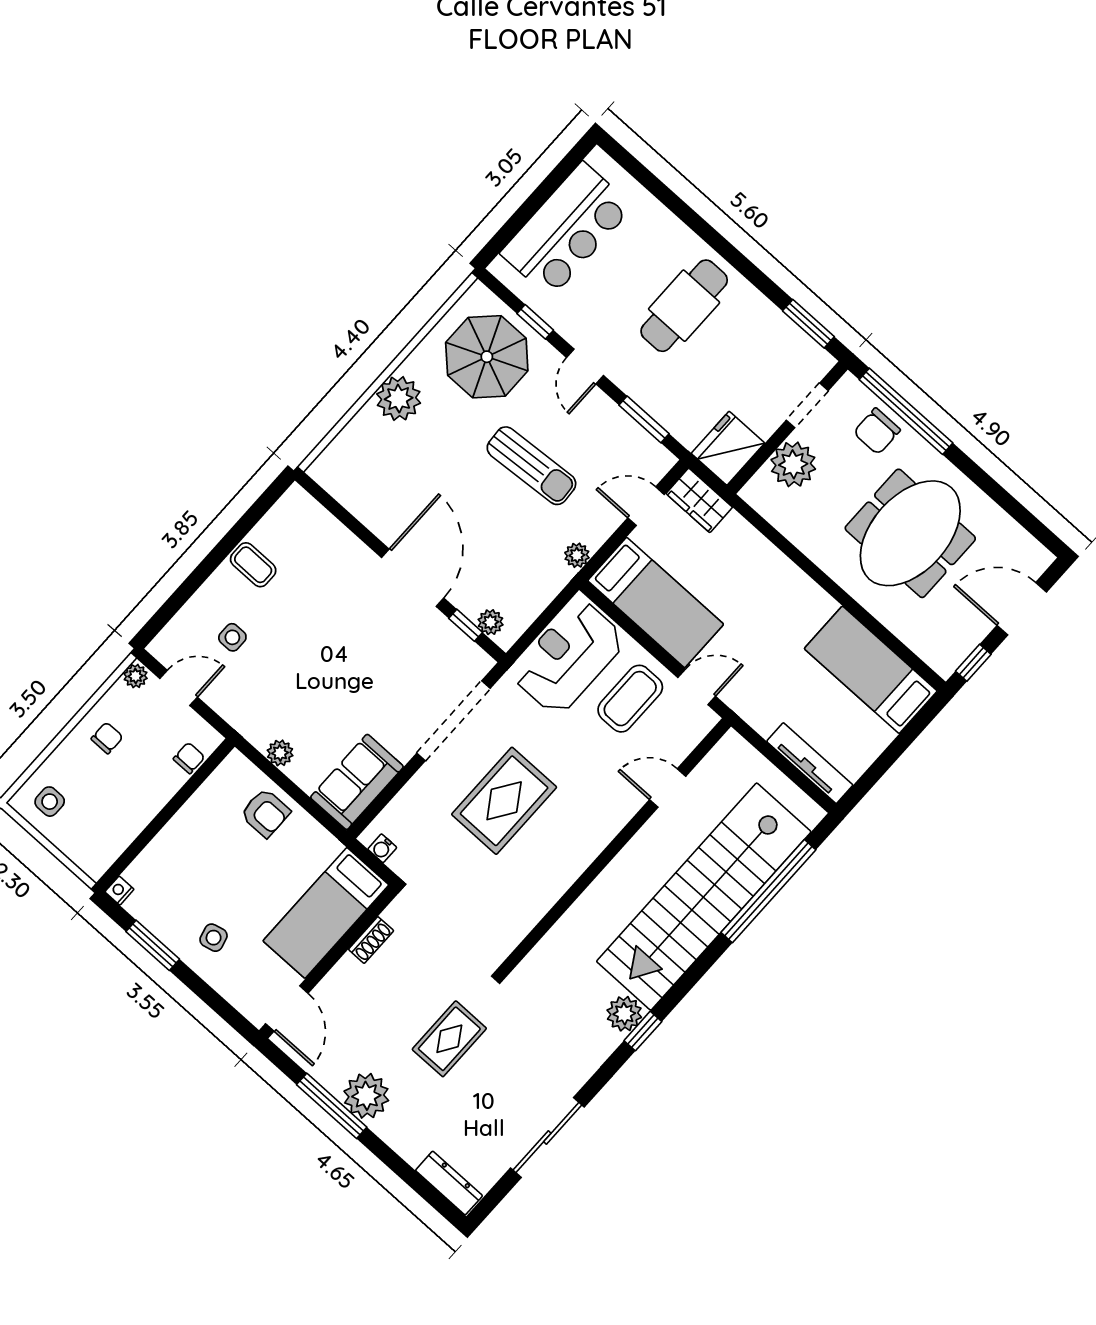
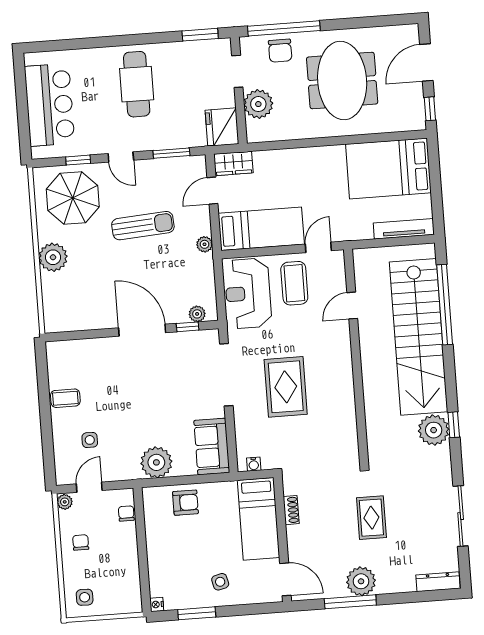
bed: (871, 670) -> (388, 168), width x1.50
plant: (280, 753) -> (156, 462), width x1.88, depth x1.88
plant: (624, 1014) -> (434, 430), width x1.36, depth x1.36

